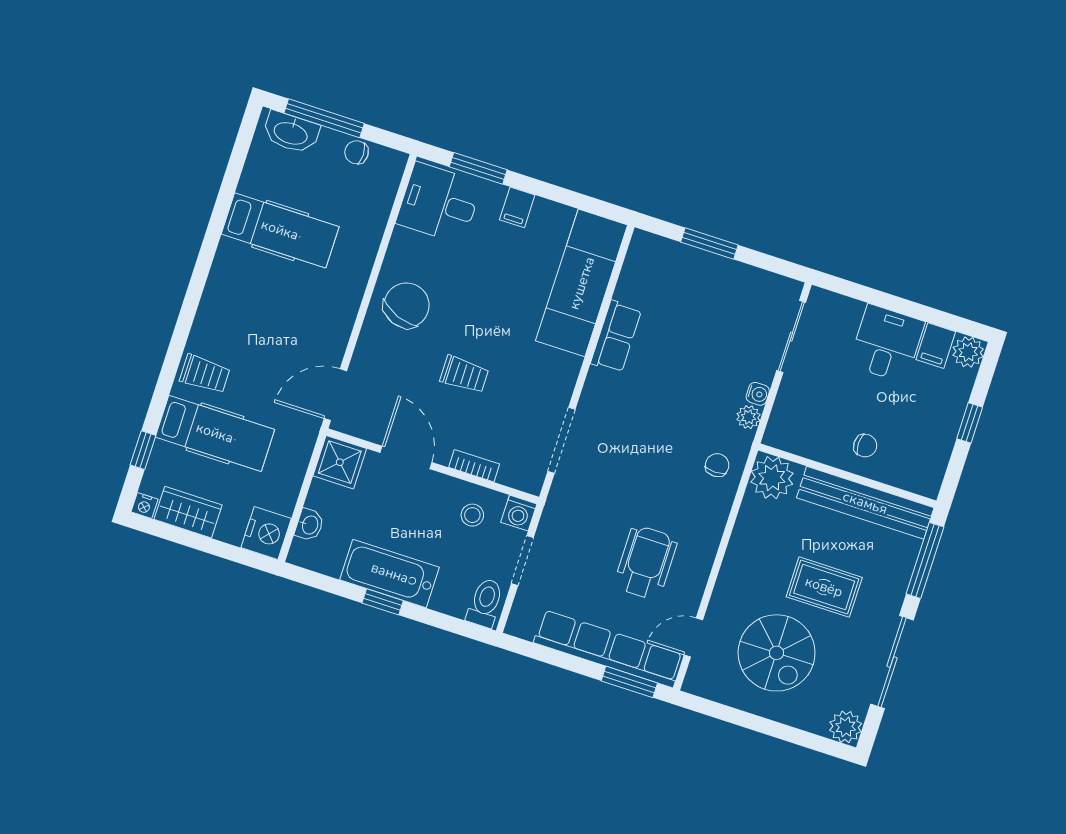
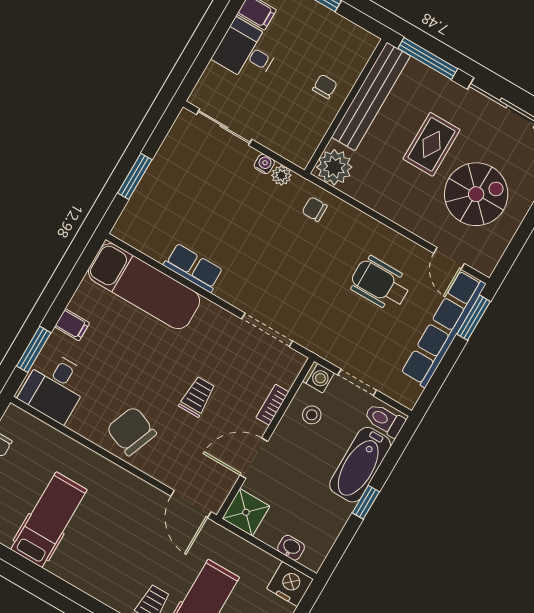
bathtub: (390, 573) -> (360, 465), moved

